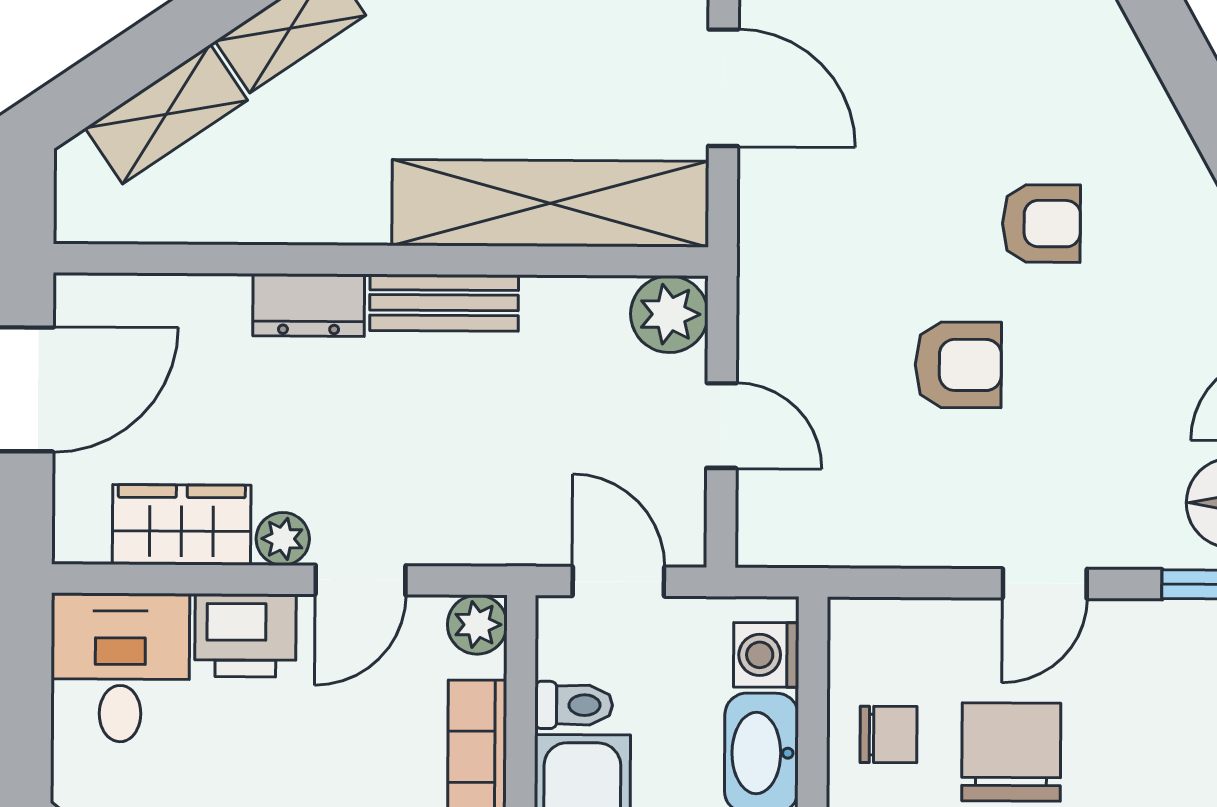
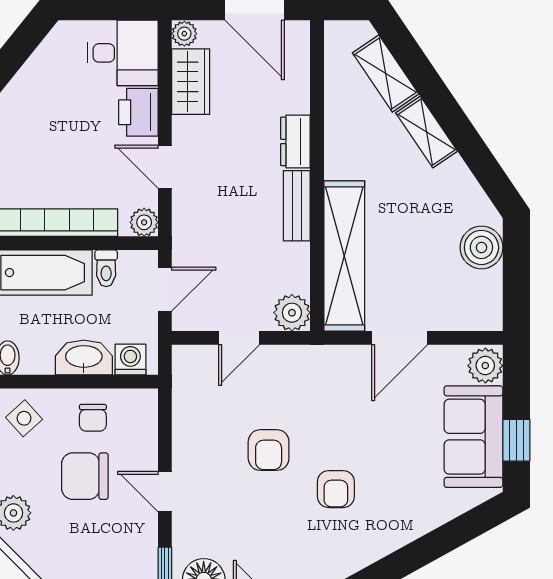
plant: (283, 539) -> (184, 34), moved
chair: (1011, 752) -> (85, 476), turned 180

